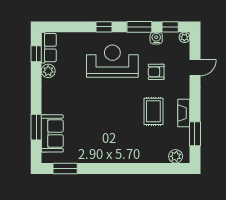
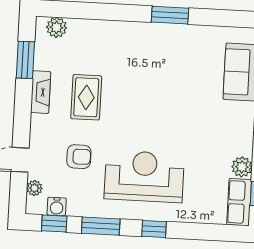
plant: (184, 37) -> (34, 188), moved
water cooler: (156, 38) -> (57, 207), moved
reception desk: (112, 61) -> (144, 176), turned 180
window: (65, 168) -> (170, 15), moved

